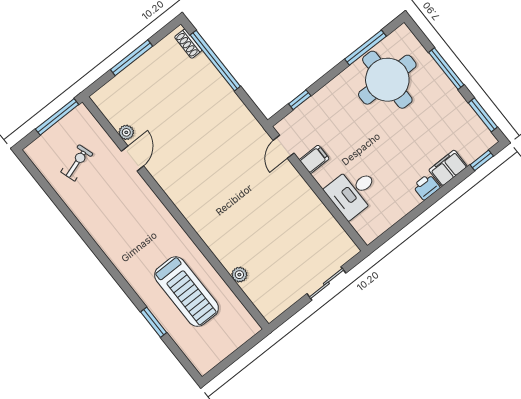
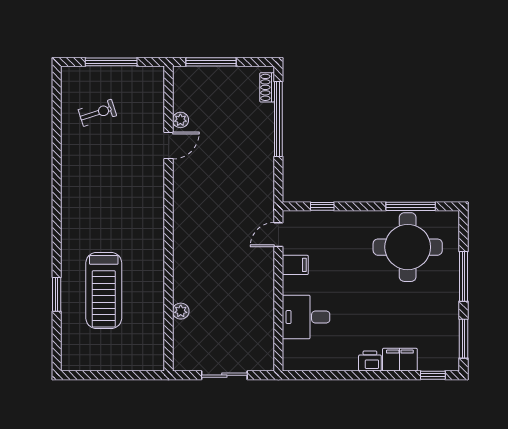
plant: (126, 132) -> (180, 120), moved
door: (132, 159) -> (169, 146), moved
wall: (176, 213) -> (169, 219), moved
plant: (239, 275) -> (181, 311), moved

